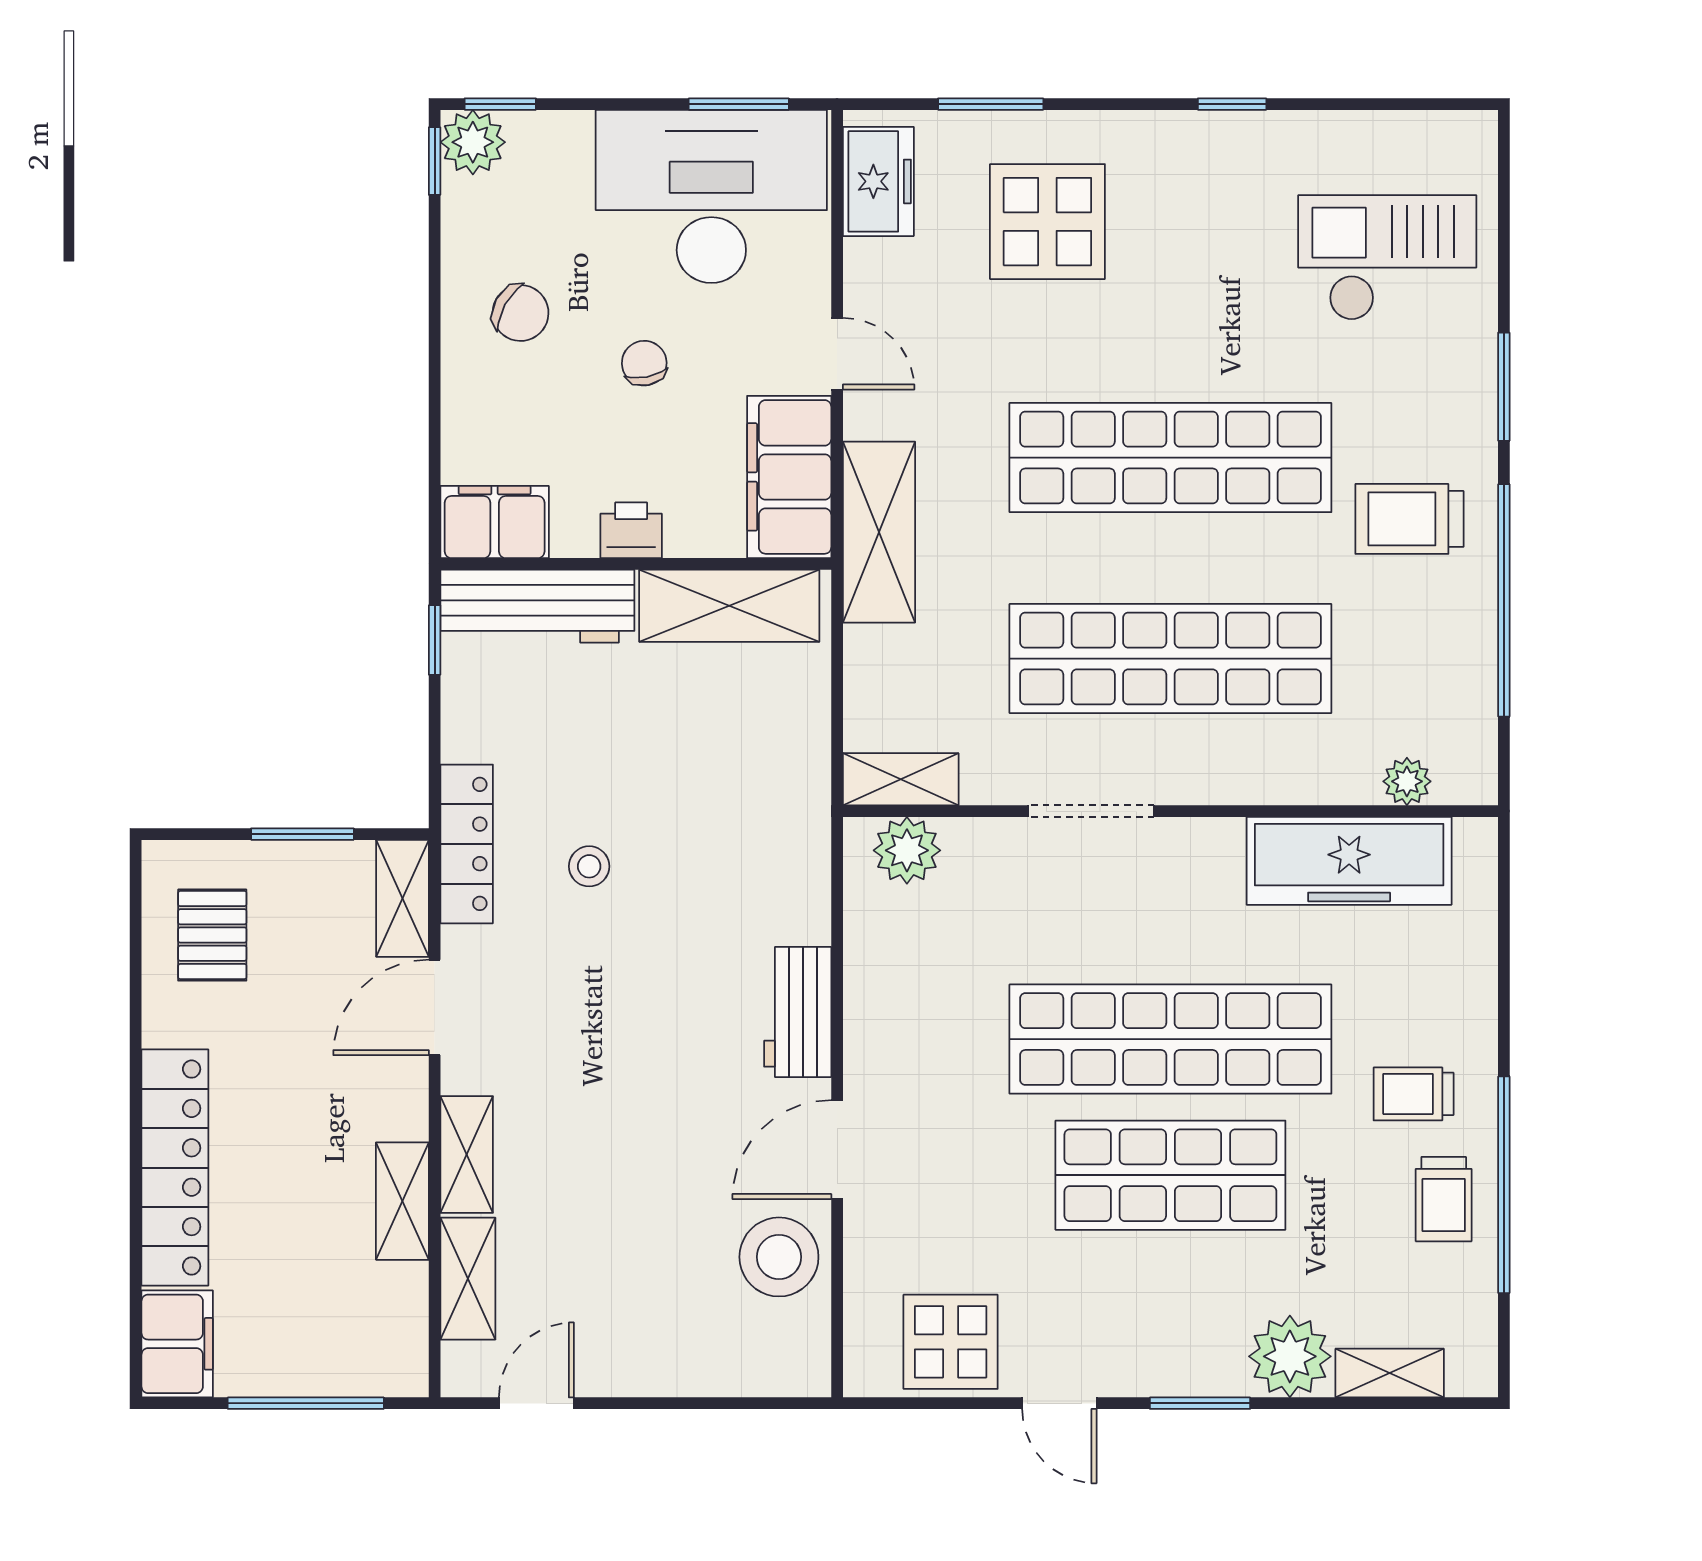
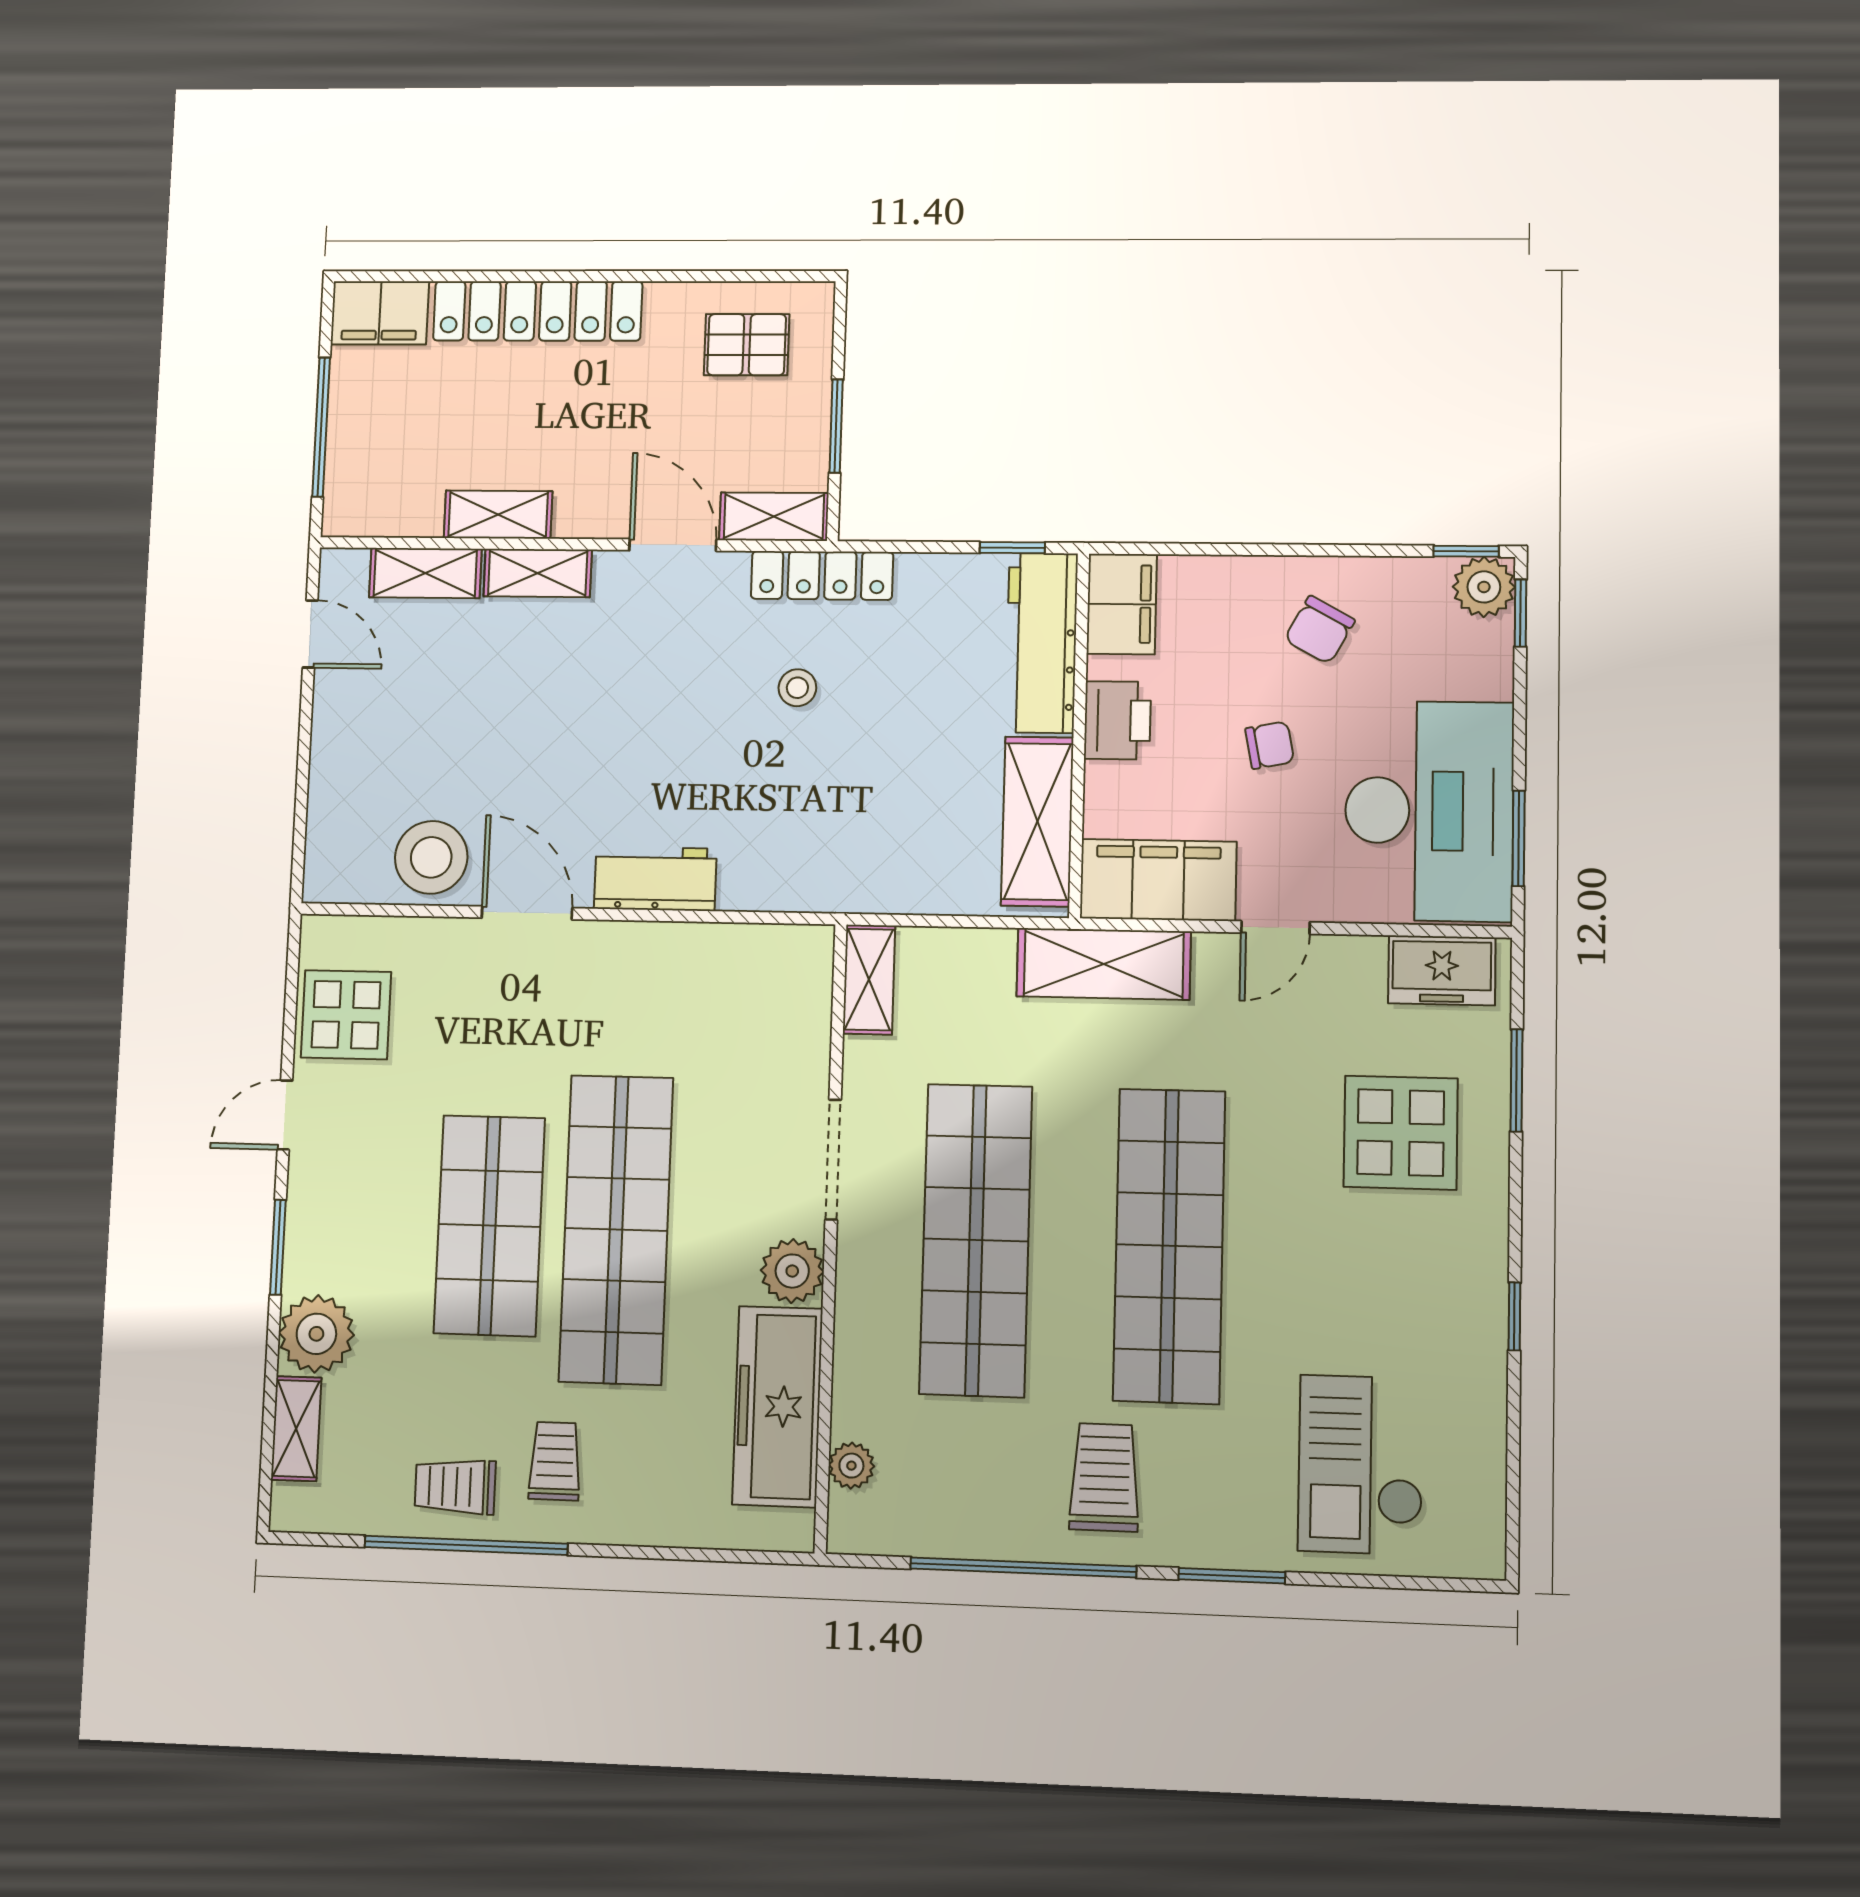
checkout: (1387, 258) -> (1361, 1465), turned 180
printer: (631, 530) -> (1117, 720), width x1.36, depth x1.24
plant: (907, 850) -> (792, 1271), moved

